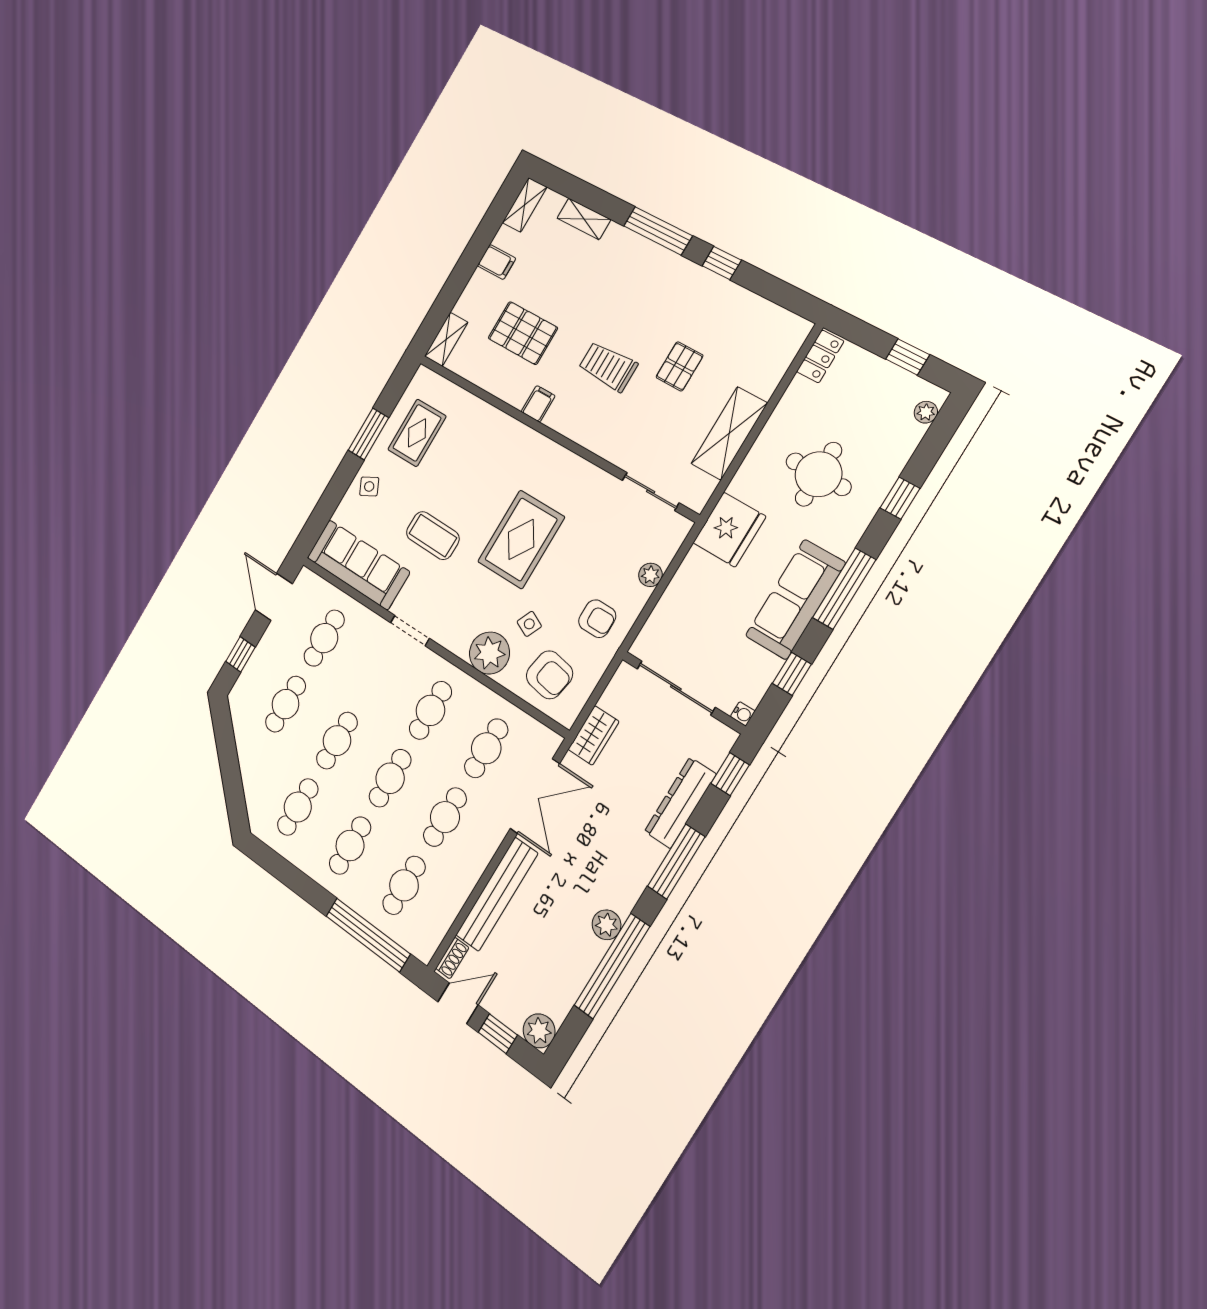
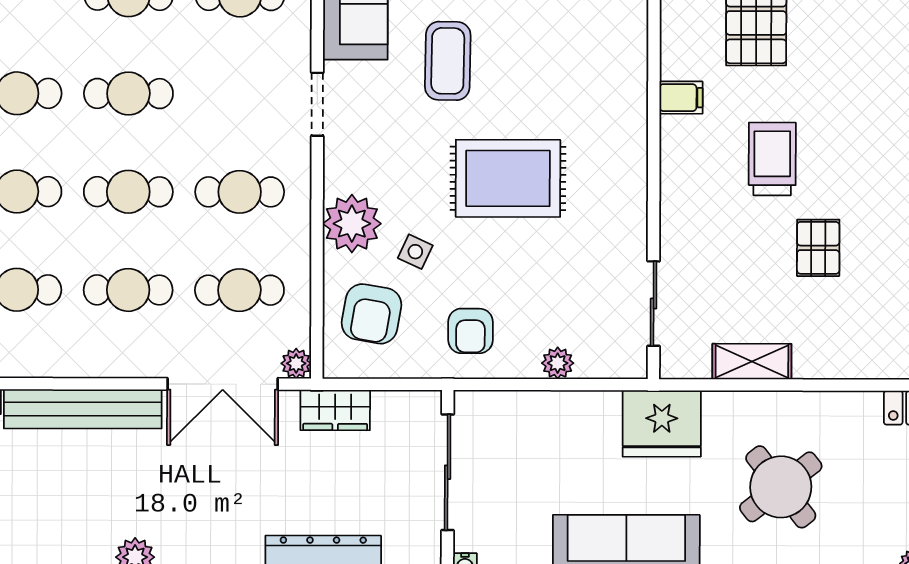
pallet: (679, 366) -> (818, 248), turned 90
shelving: (729, 433) -> (752, 362), width x0.67, depth x0.75
round table: (819, 474) -> (781, 487), turned -38
plant: (551, 742) -> (296, 363), added

